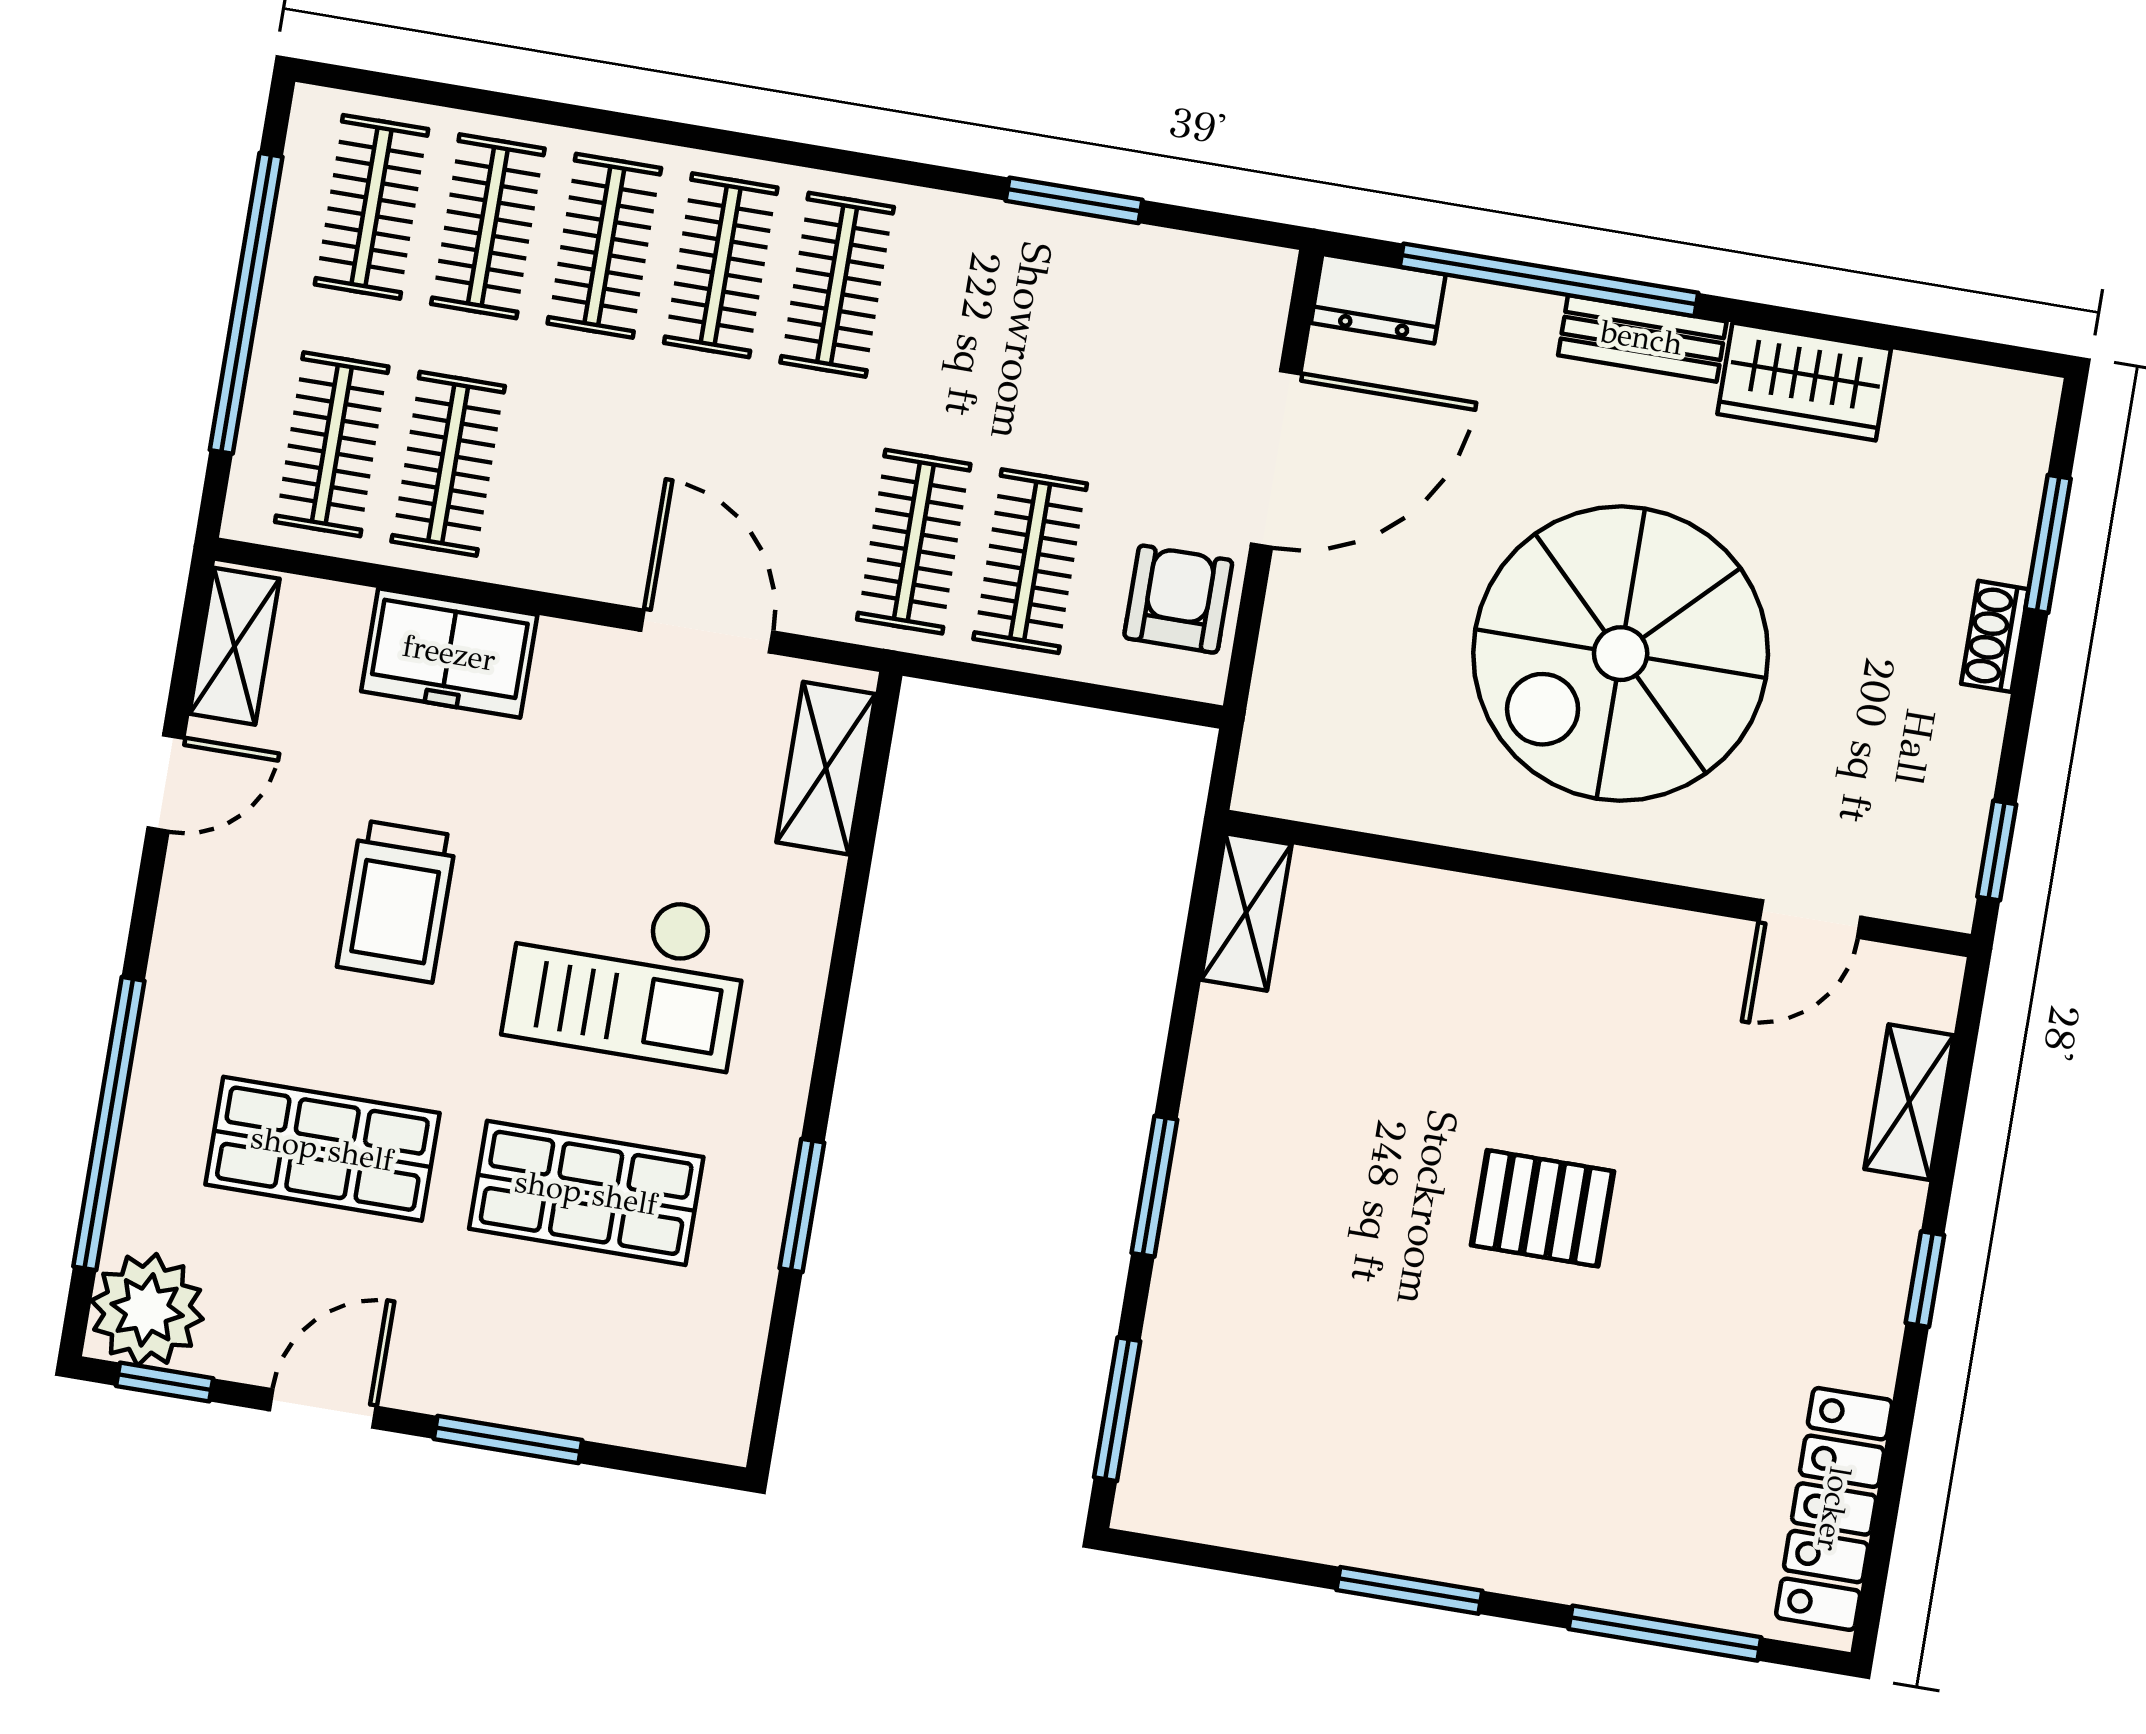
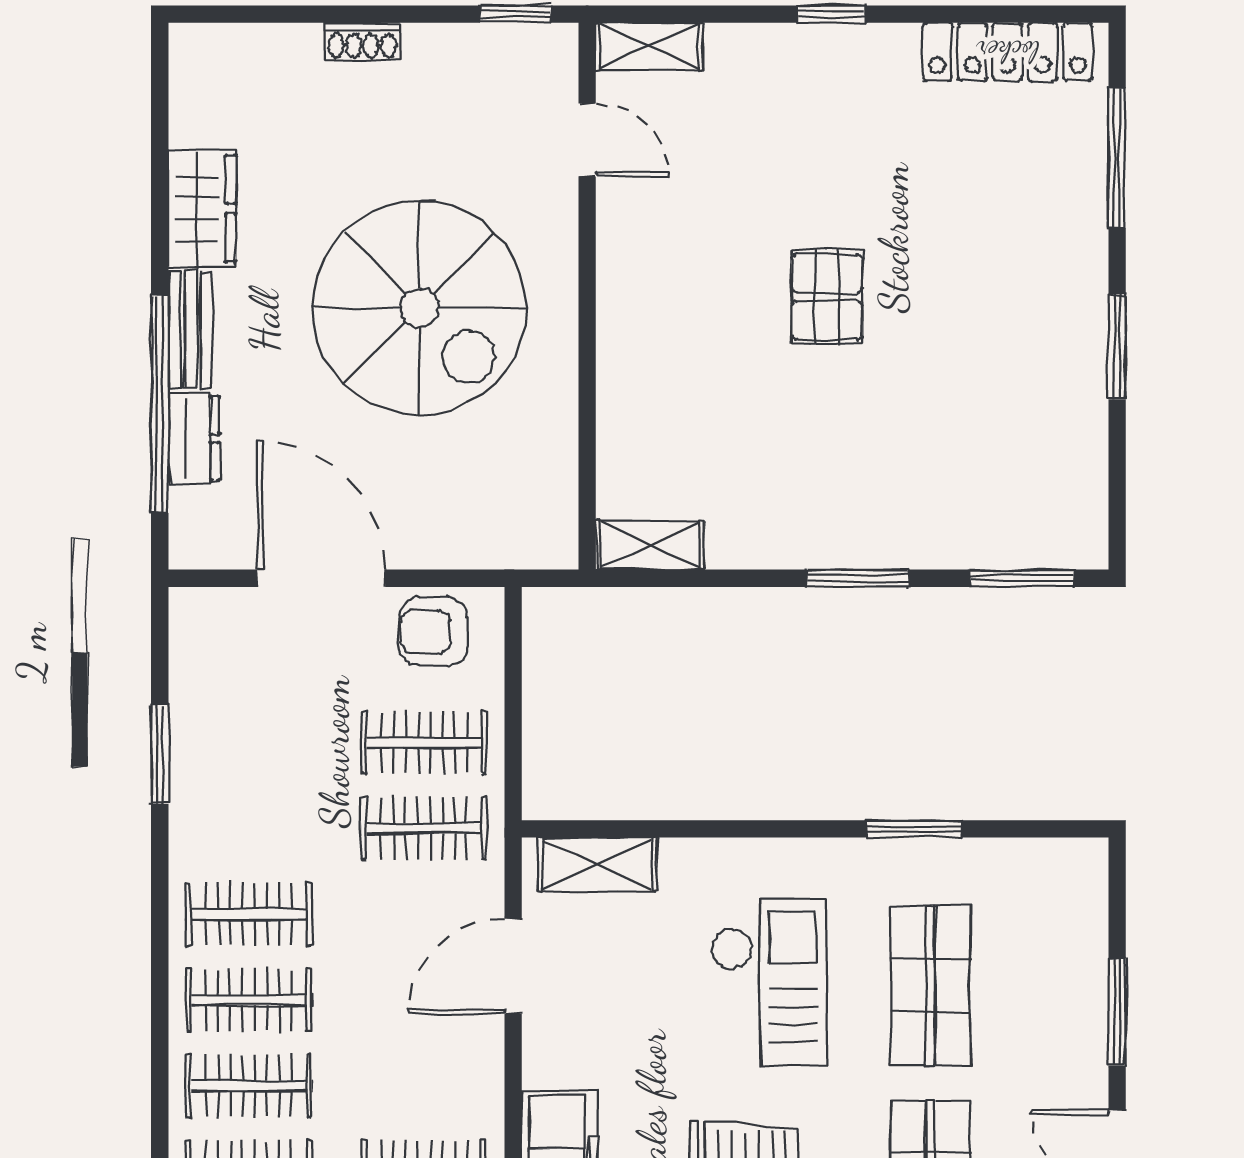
dresser: (1378, 299) -> (194, 438), moved
window: (2048, 544) -> (289, 14), removed
shelving: (1909, 1102) -> (649, 47), moved

